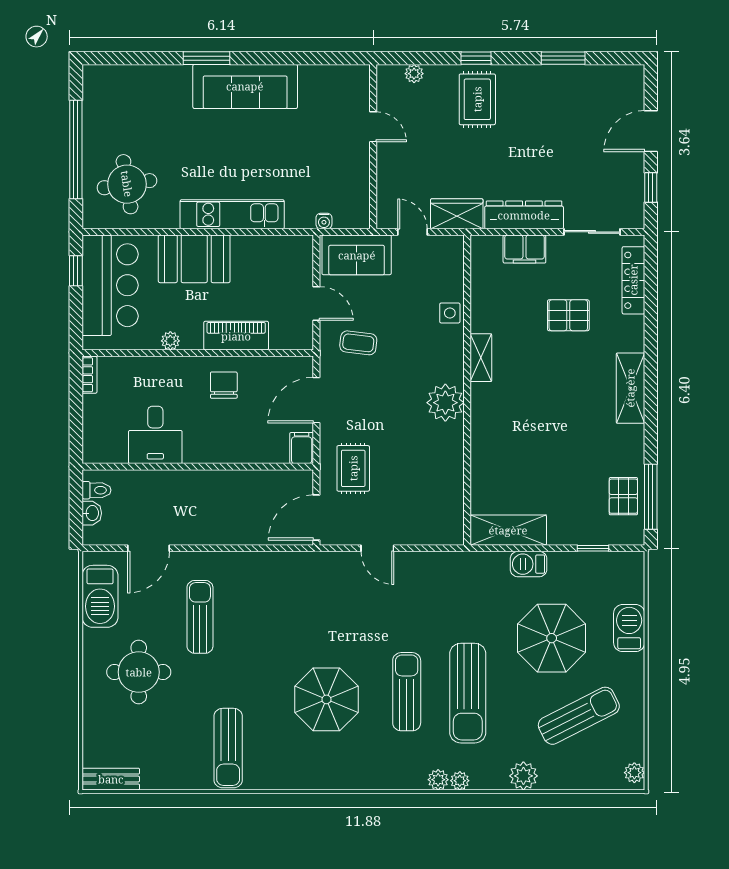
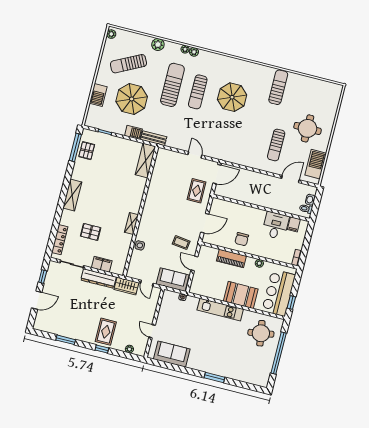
sofa: (245, 86) -> (172, 354), moved, width x0.73
plant: (445, 403) -> (151, 208), removed
filing cabinet: (302, 448) -> (294, 224), moved
shelving: (508, 530) -> (145, 161), moved, turned 90
bench: (111, 779) -> (154, 138), moved

